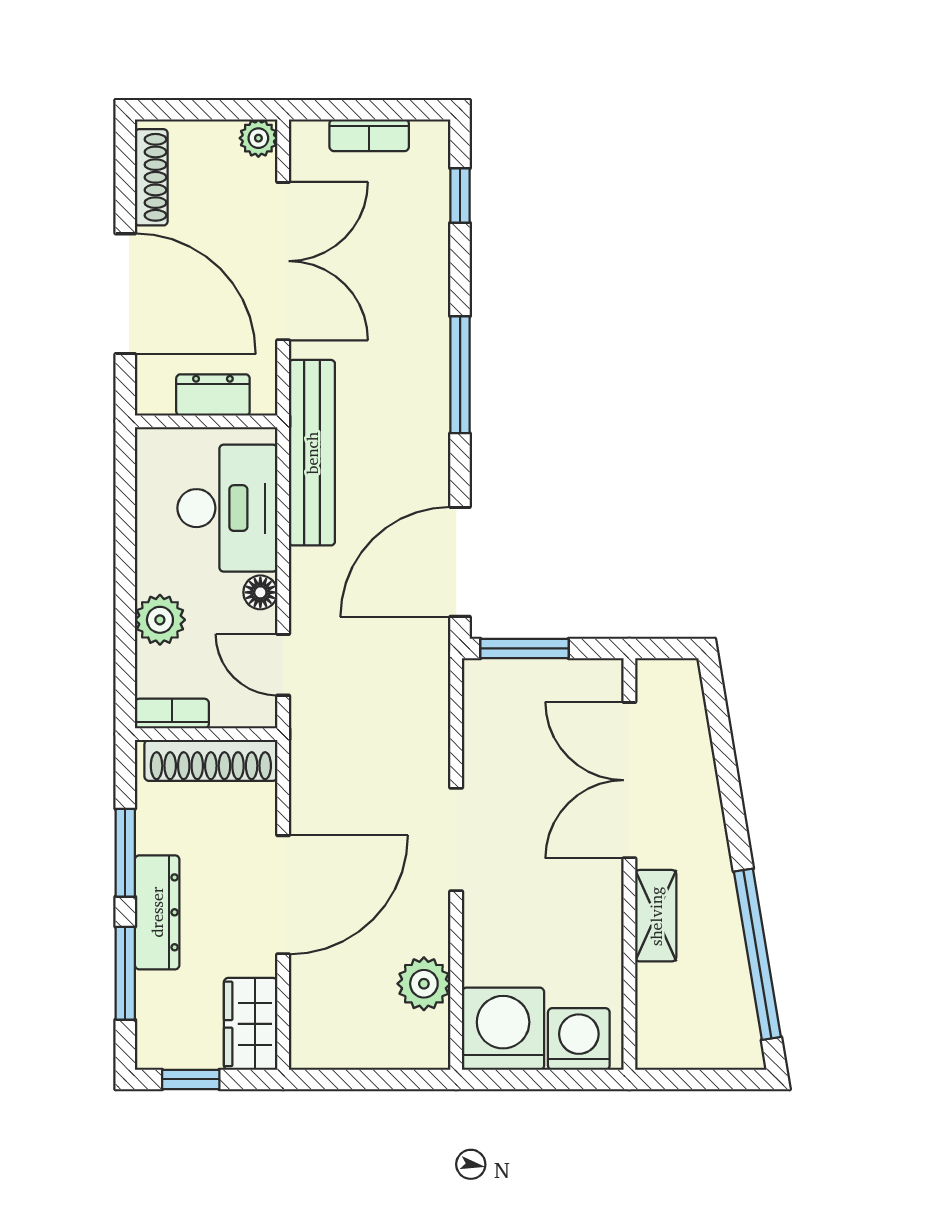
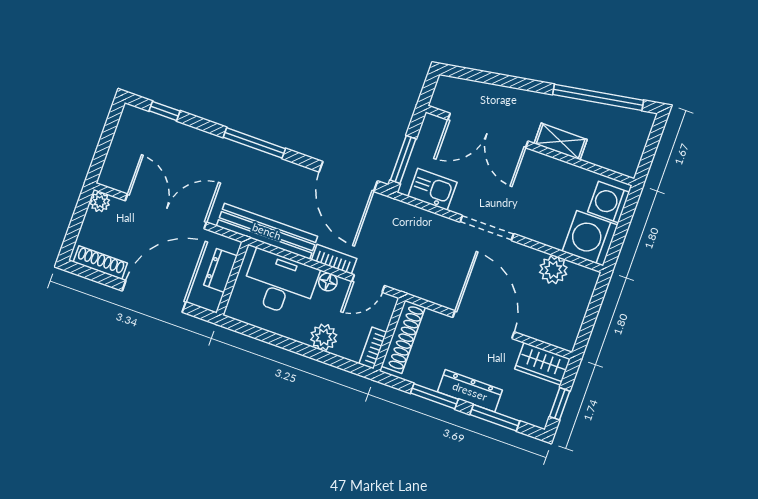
bookcase: (369, 135) -> (334, 259), moved, turned -90
kitchen sink: (490, 719) -> (432, 189), added

